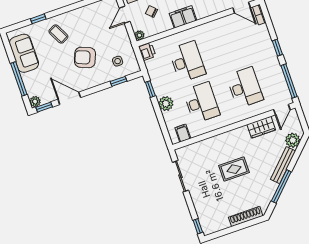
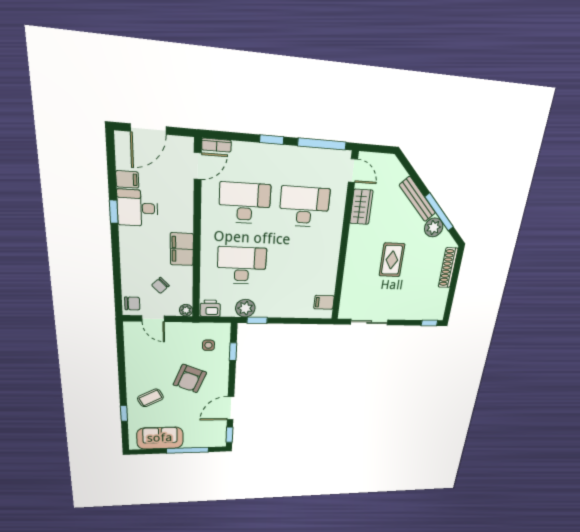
plant: (35, 102) -> (220, 442), removed
desk: (201, 102) -> (245, 203), moved
plant: (166, 104) -> (245, 308), moved
plant: (293, 140) -> (434, 227), moved

